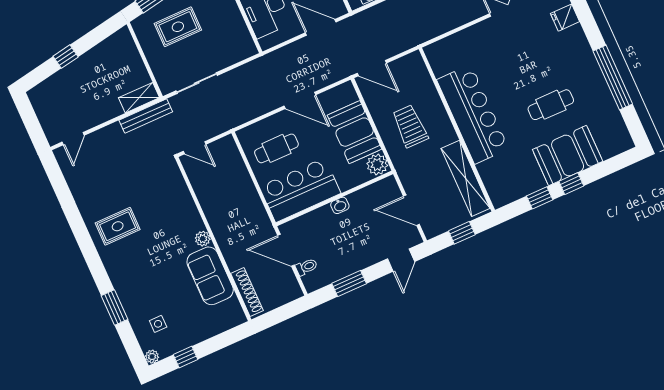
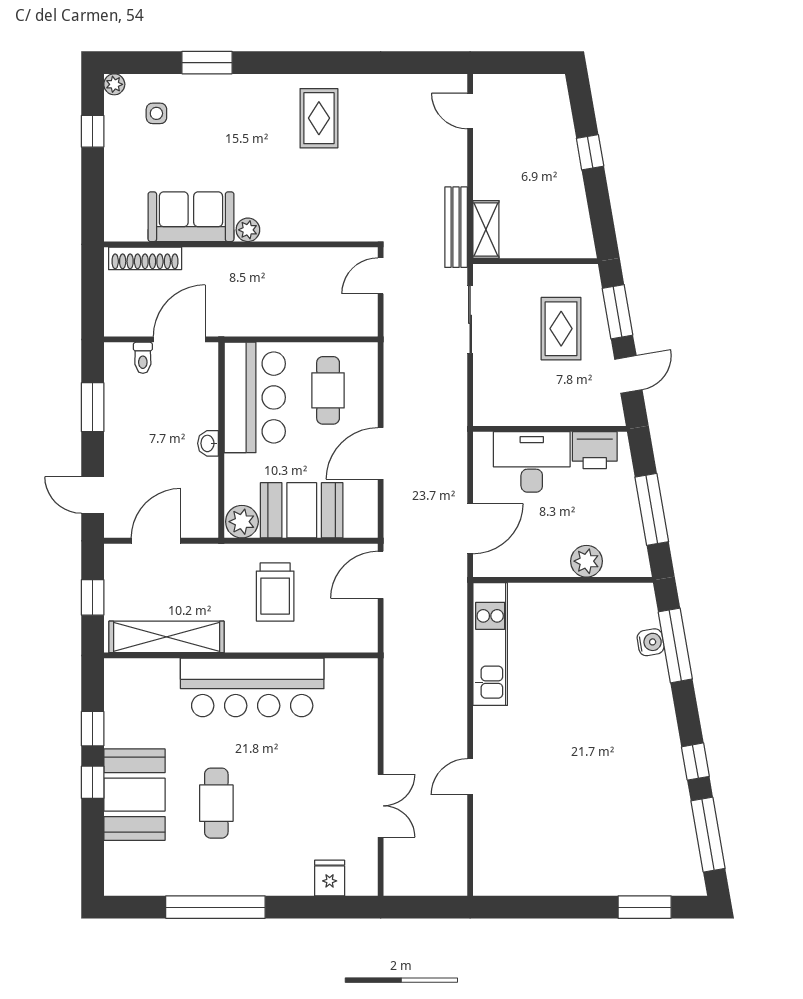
trolley: (410, 126) -> (275, 592), turned 90

